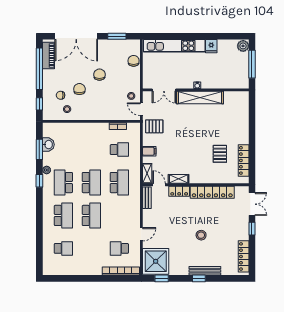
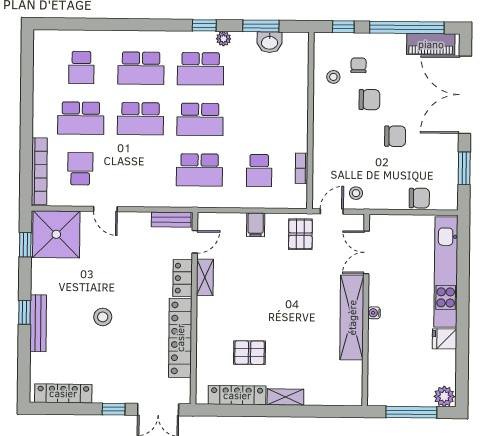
shelving: (147, 173) -> (285, 397), moved
school desk: (63, 183) -> (201, 69), turned 180
school desk: (91, 248) -> (81, 118), added

